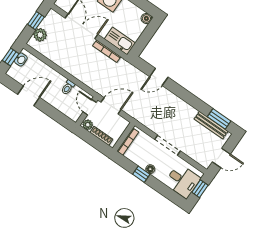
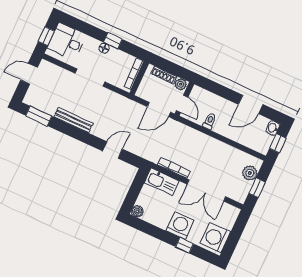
washbasin: (21, 59) -> (273, 128), moved
bench: (211, 125) -> (73, 120), moved

